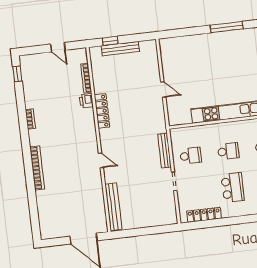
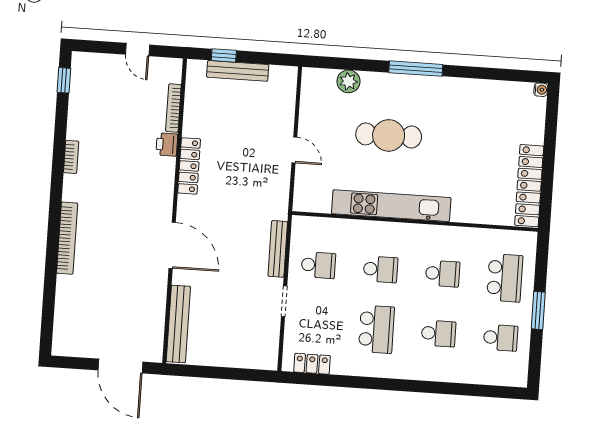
plant: (188, 42) -> (348, 81), added
cafe table: (218, 70) -> (389, 135), added
door: (101, 160) -> (172, 245), width x1.88
locker: (204, 215) -> (312, 364), width x0.66

